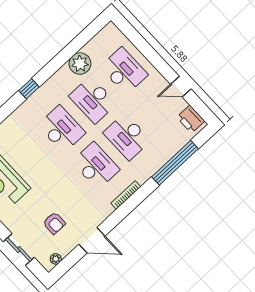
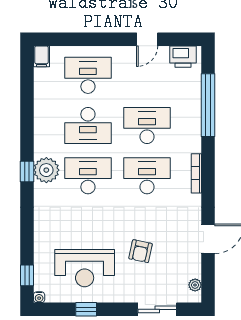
filing cabinet: (109, 31) -> (41, 56), added
plant: (80, 64) -> (46, 170), moved
desk: (127, 137) -> (147, 126), turned 180
armchair: (54, 223) -> (141, 251), moved, turned 102

